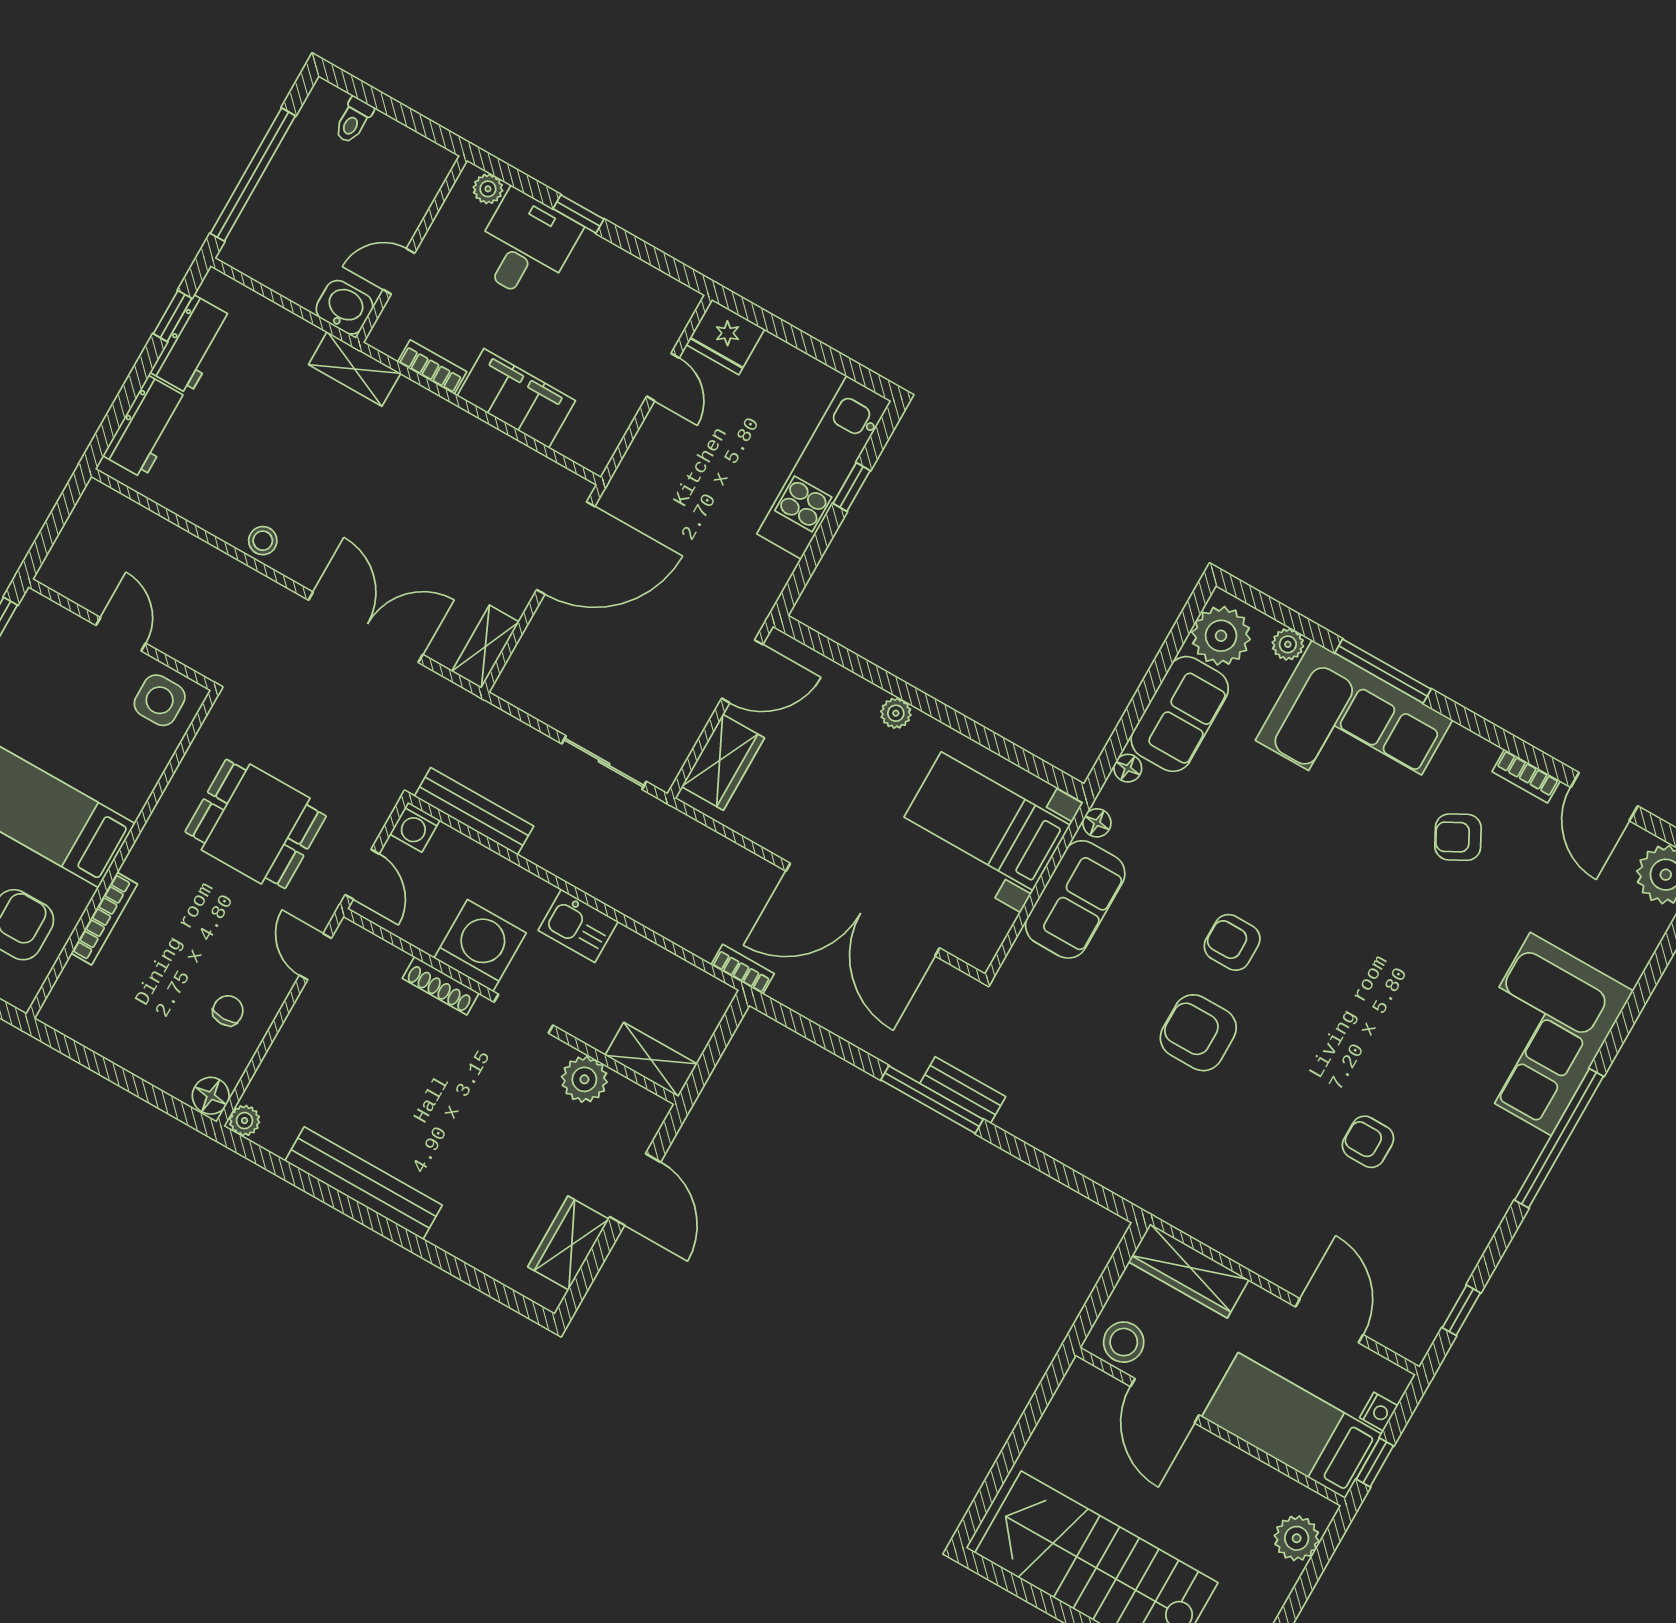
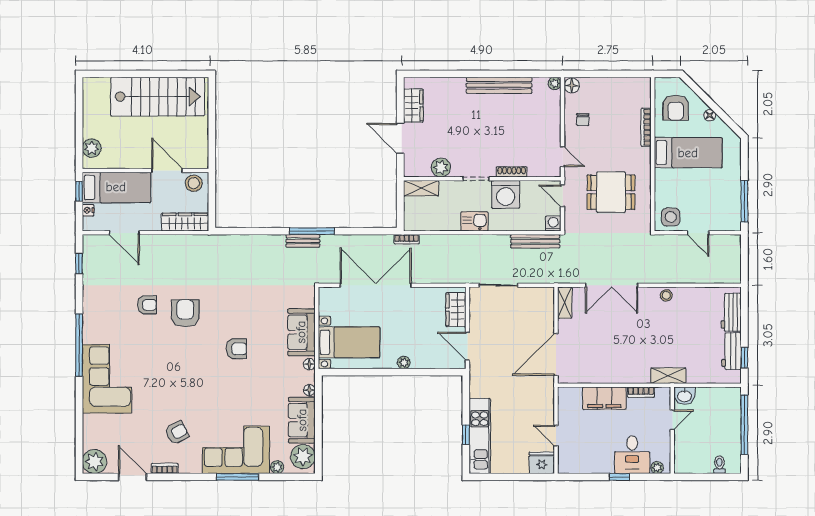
door: (742, 671) -> (467, 346), hinge flipped
armchair: (1198, 1033) -> (185, 313), moved, turned -90

